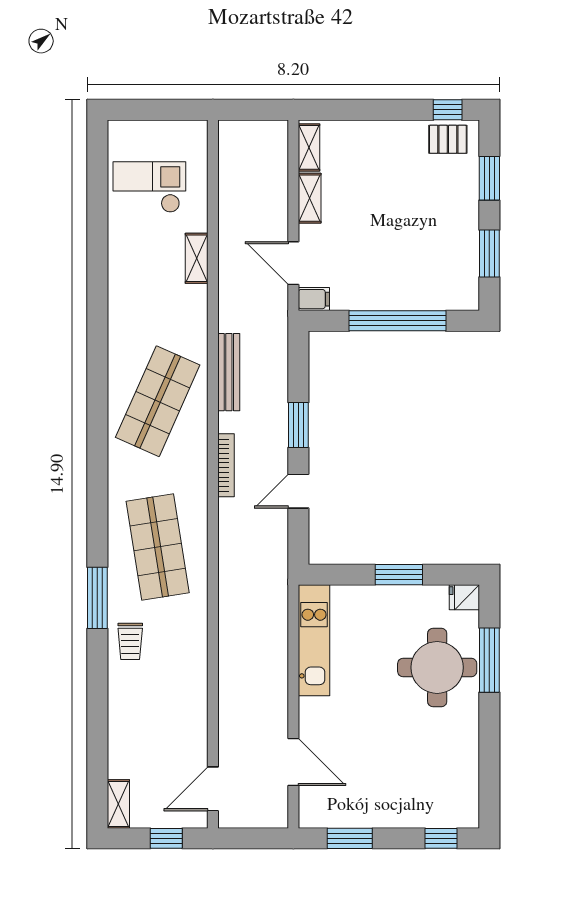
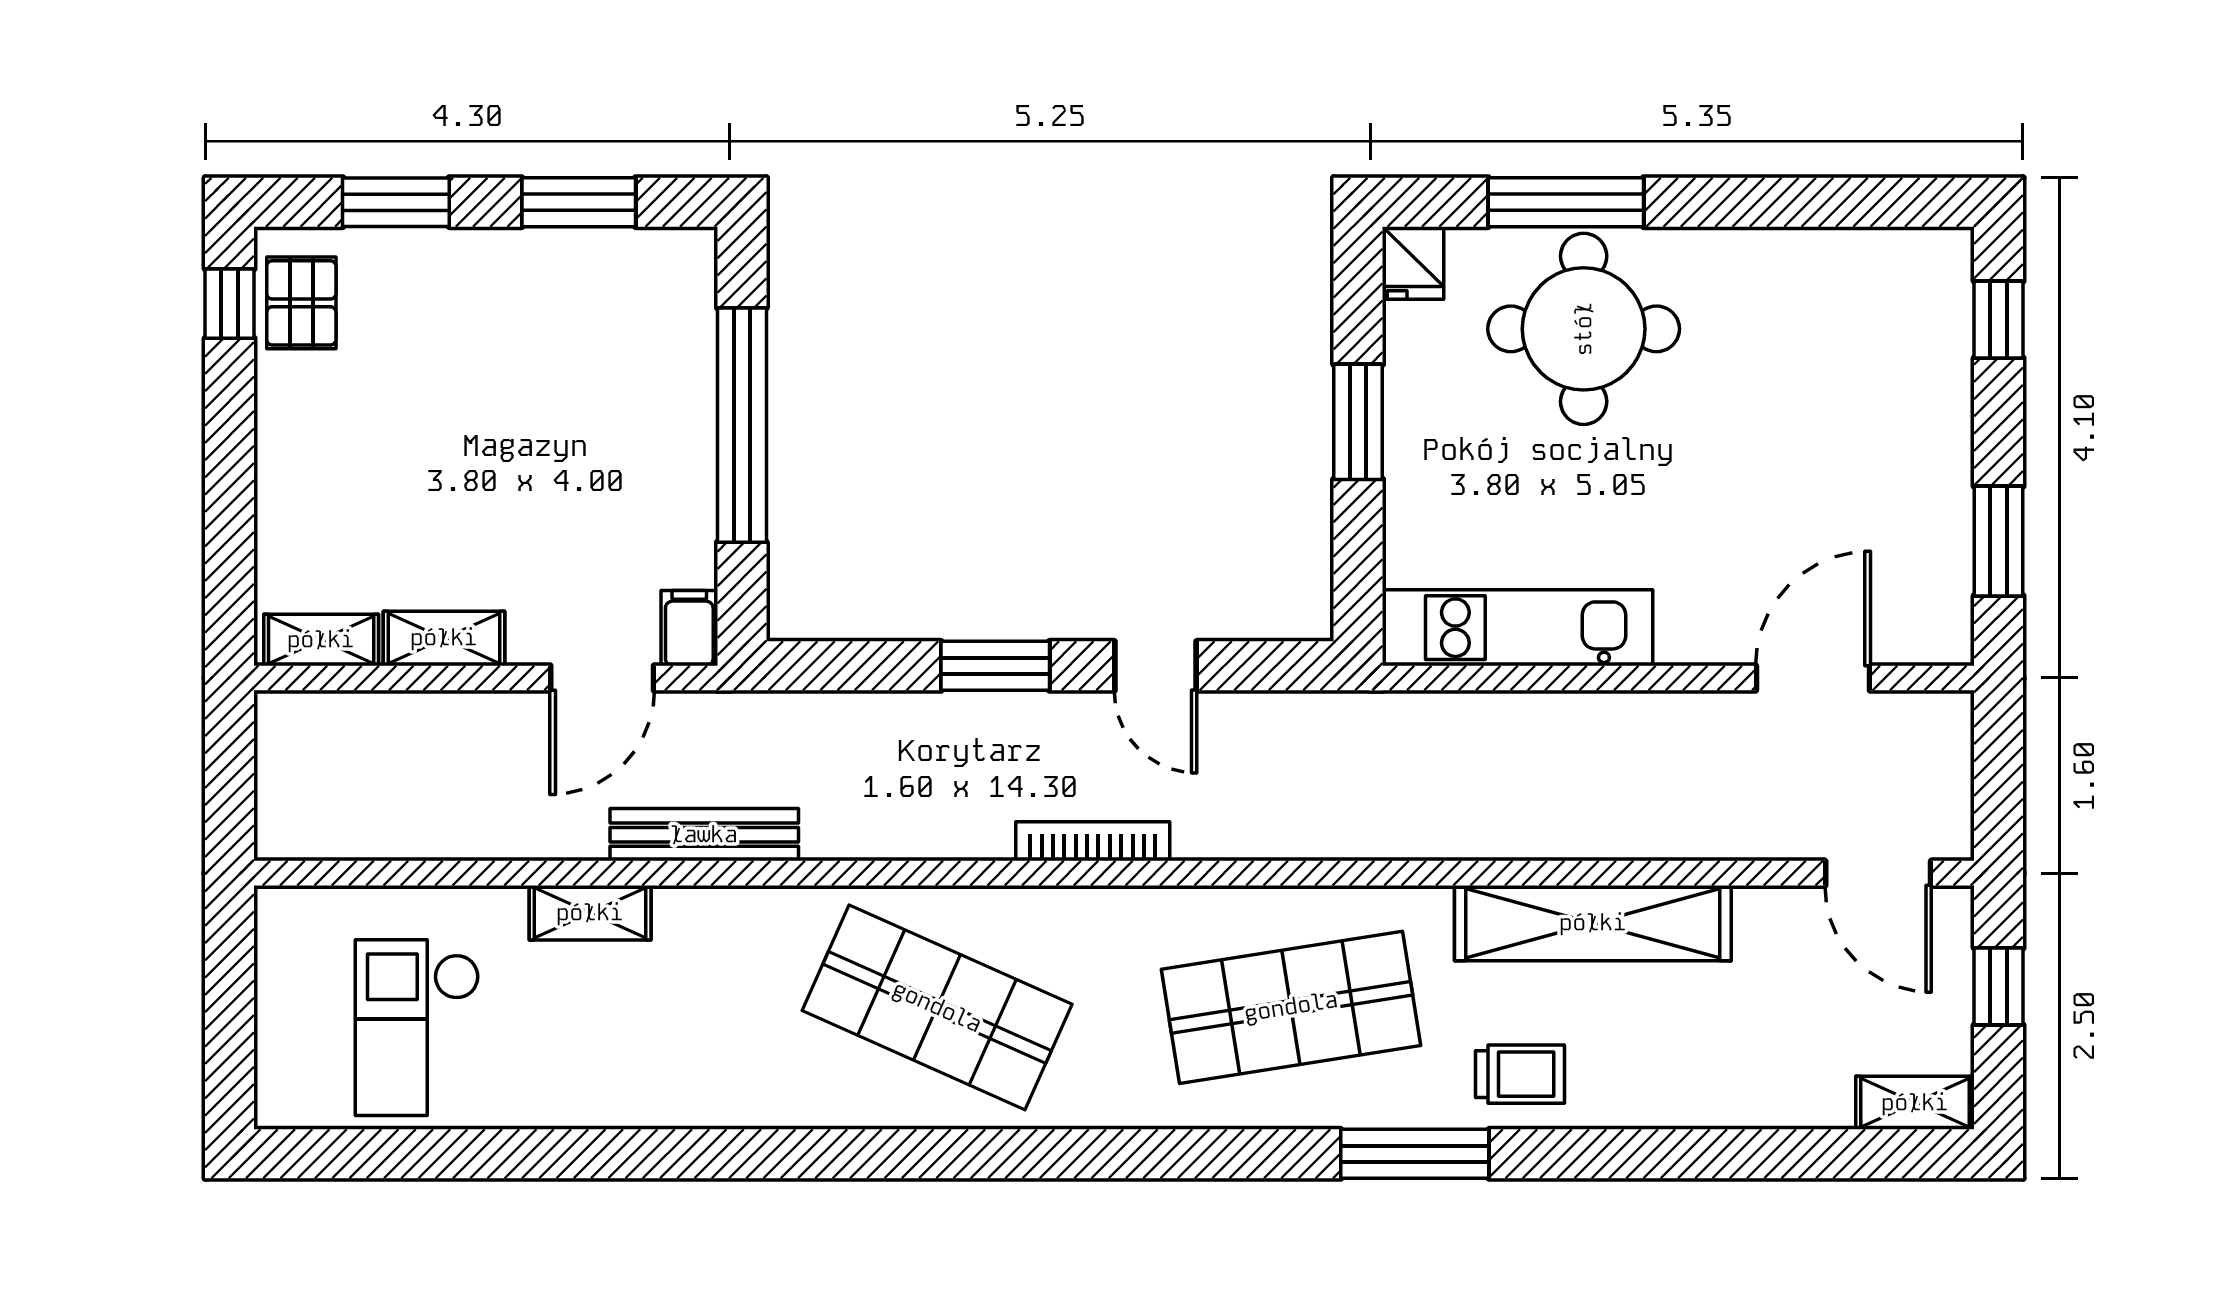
bench: (229, 372) -> (704, 835), moved
shelving: (192, 671) -> (1593, 923), added

